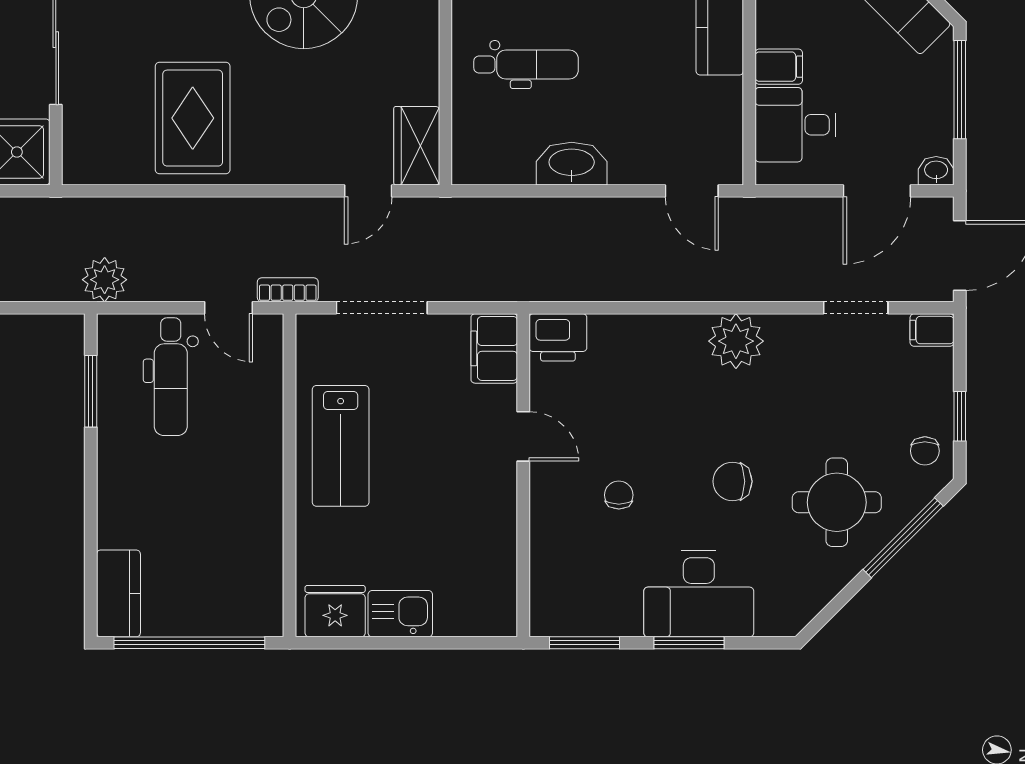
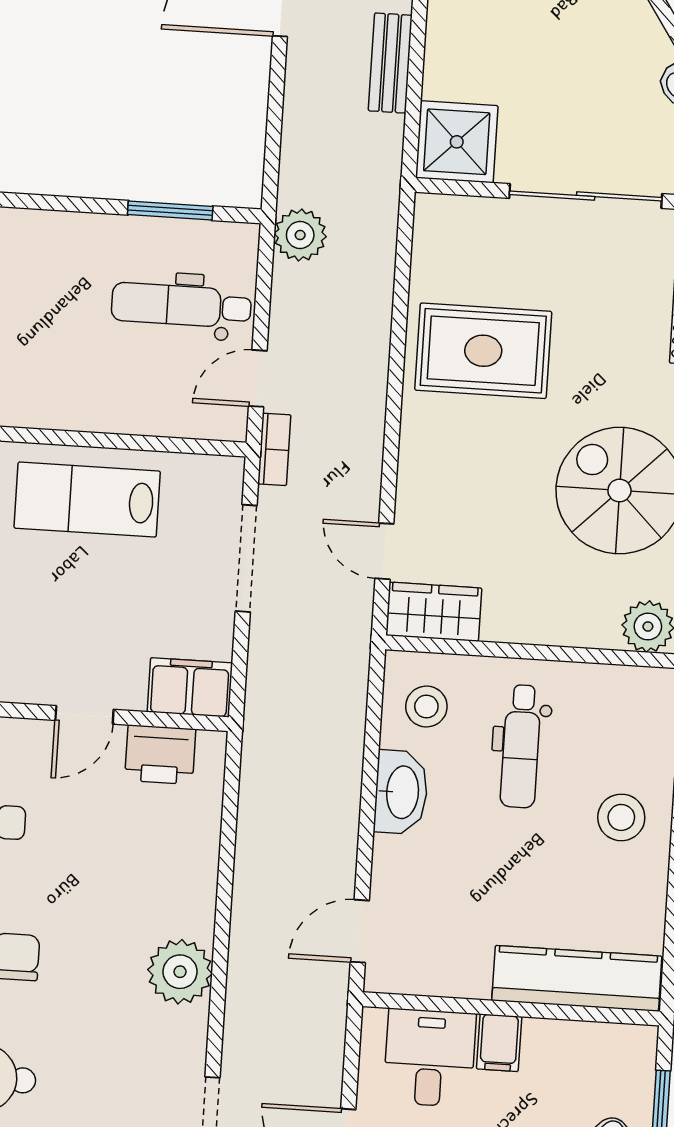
stool: (498, 147) -> (426, 706), added
printer: (558, 337) -> (160, 755), moved, turned -90

